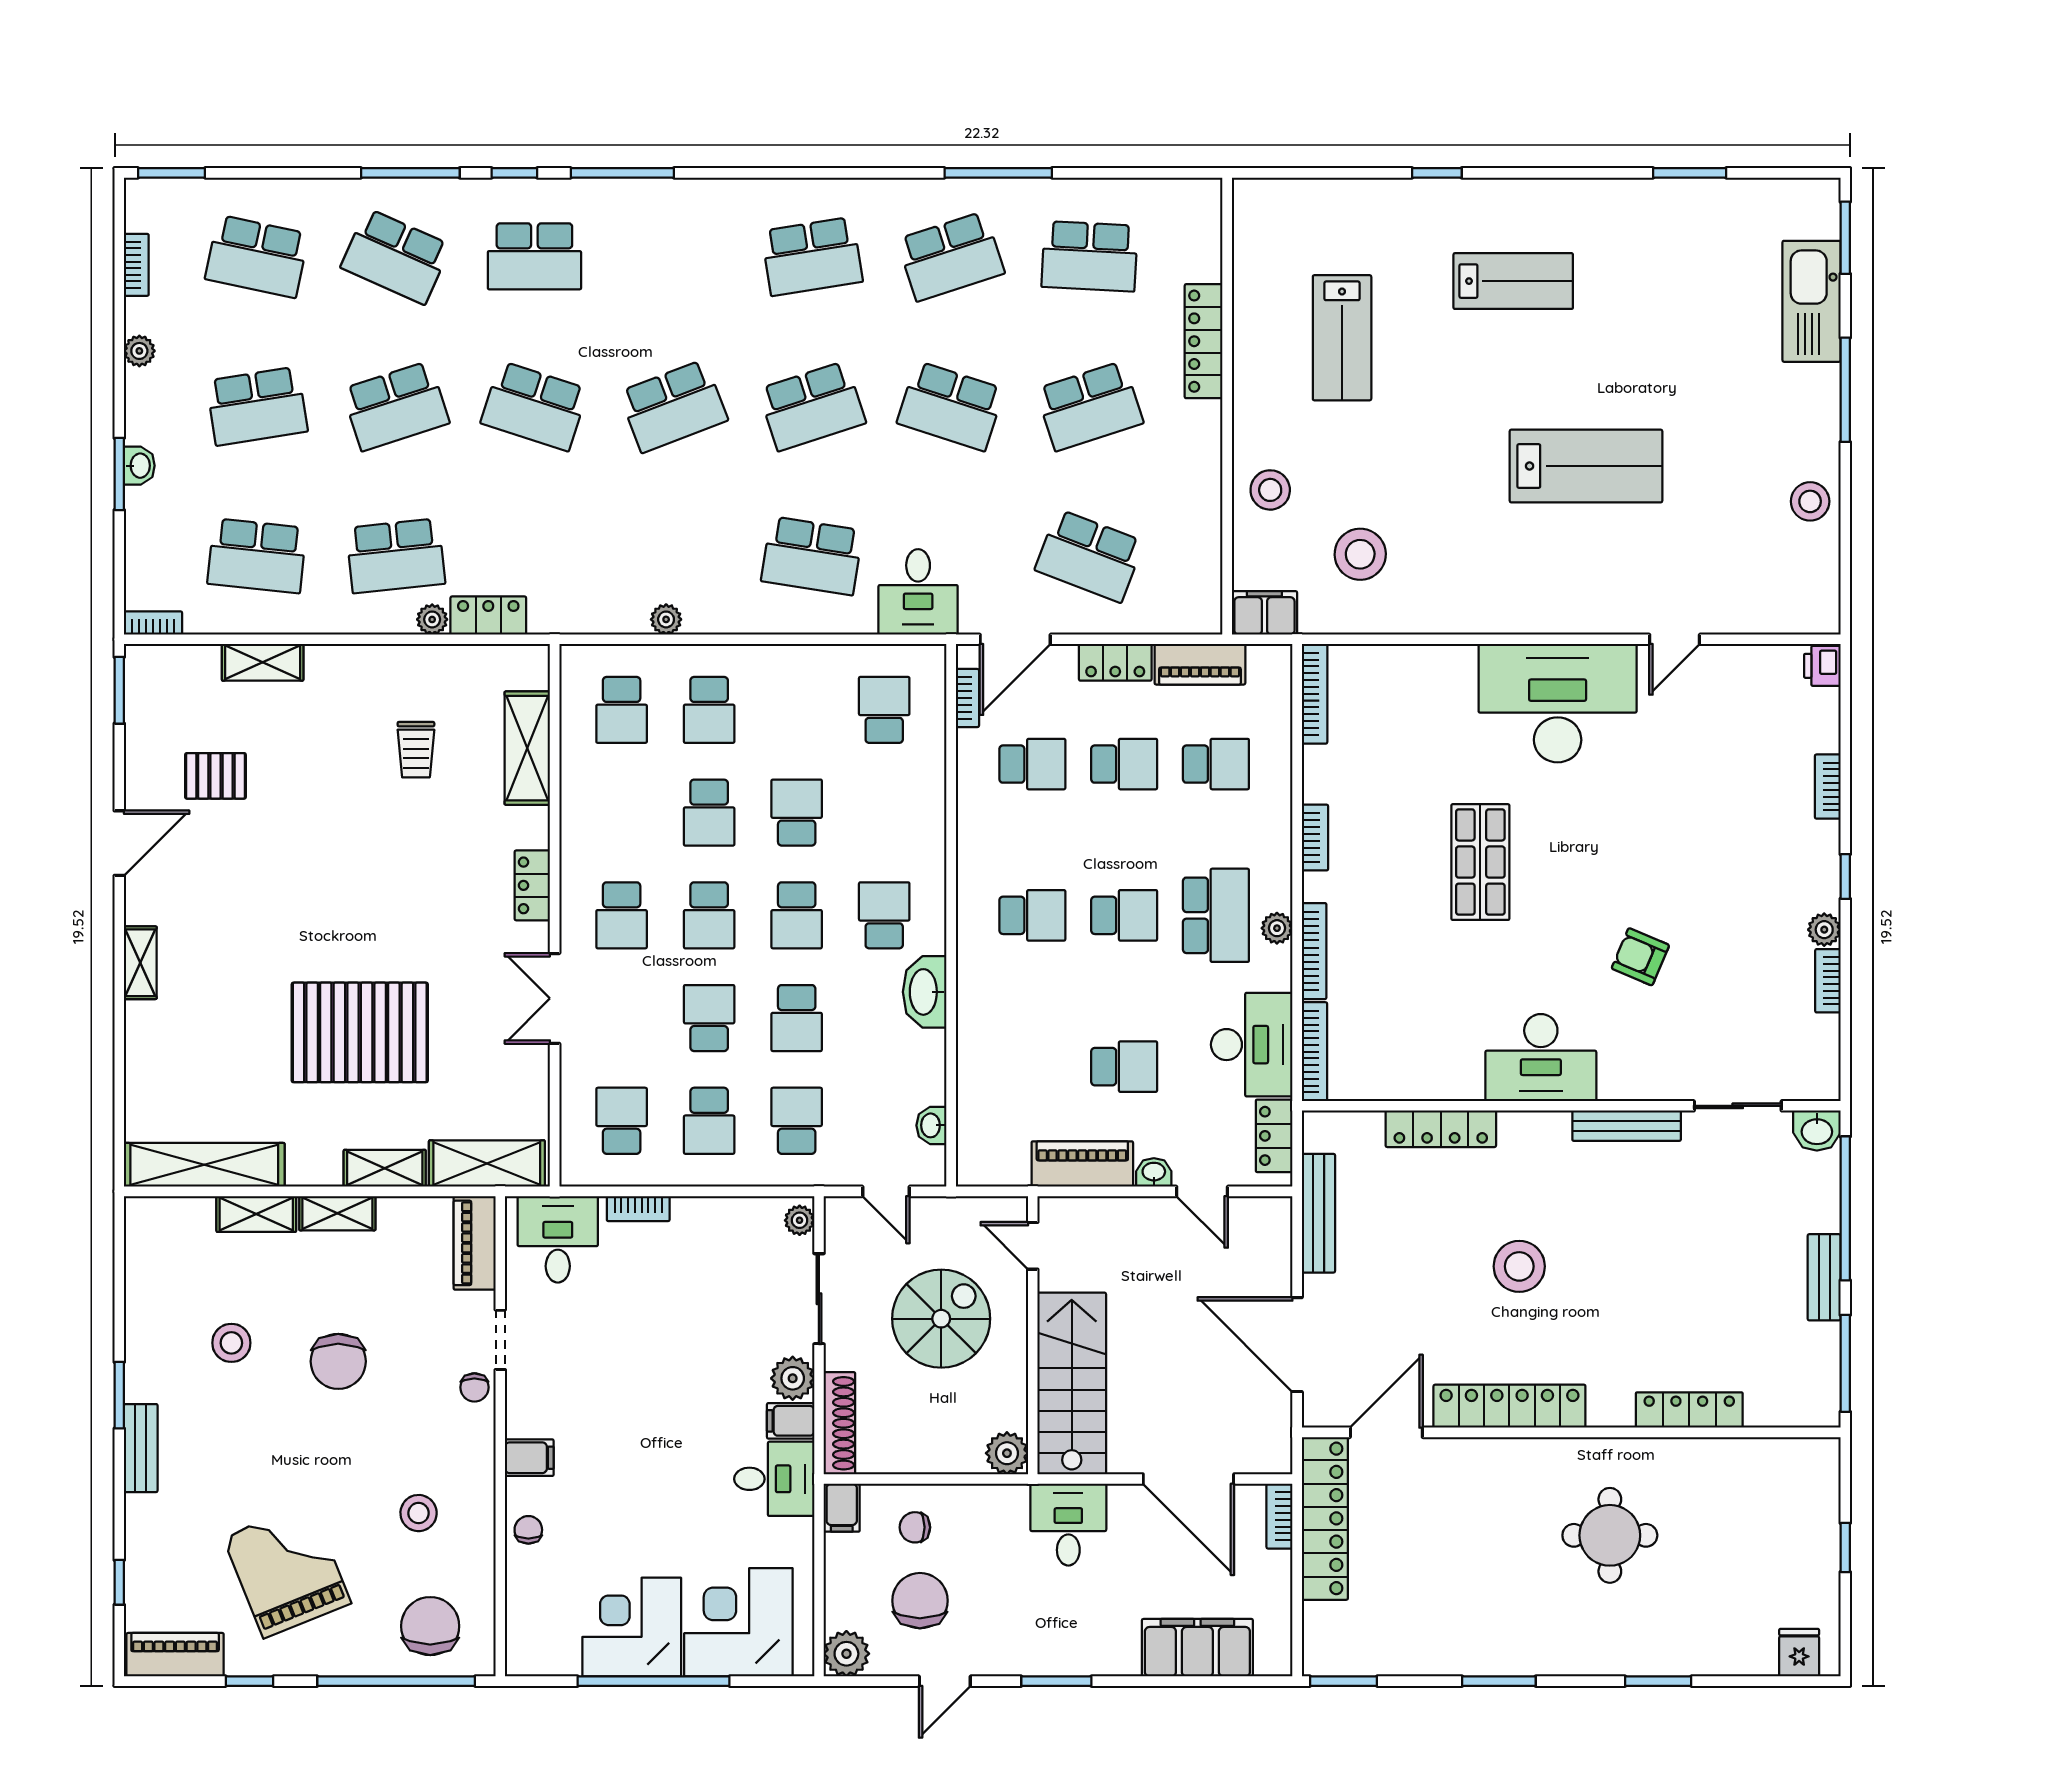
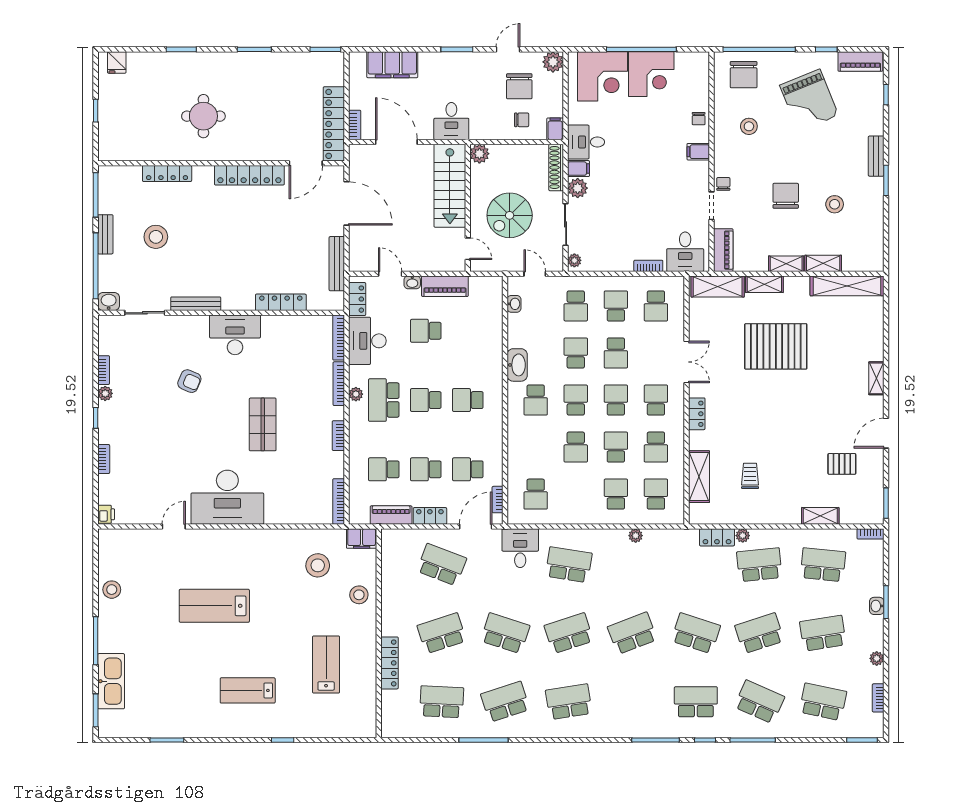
school desk: (622, 813) -> (656, 447), added
stool: (1519, 1266) -> (156, 237), moved

